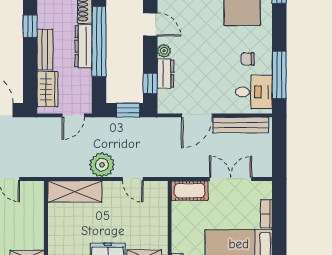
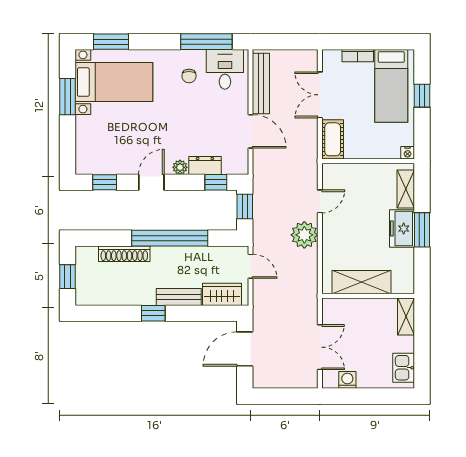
dresser: (83, 46) -> (175, 255), removed
shelving: (75, 192) -> (362, 282), moved, turned 90

